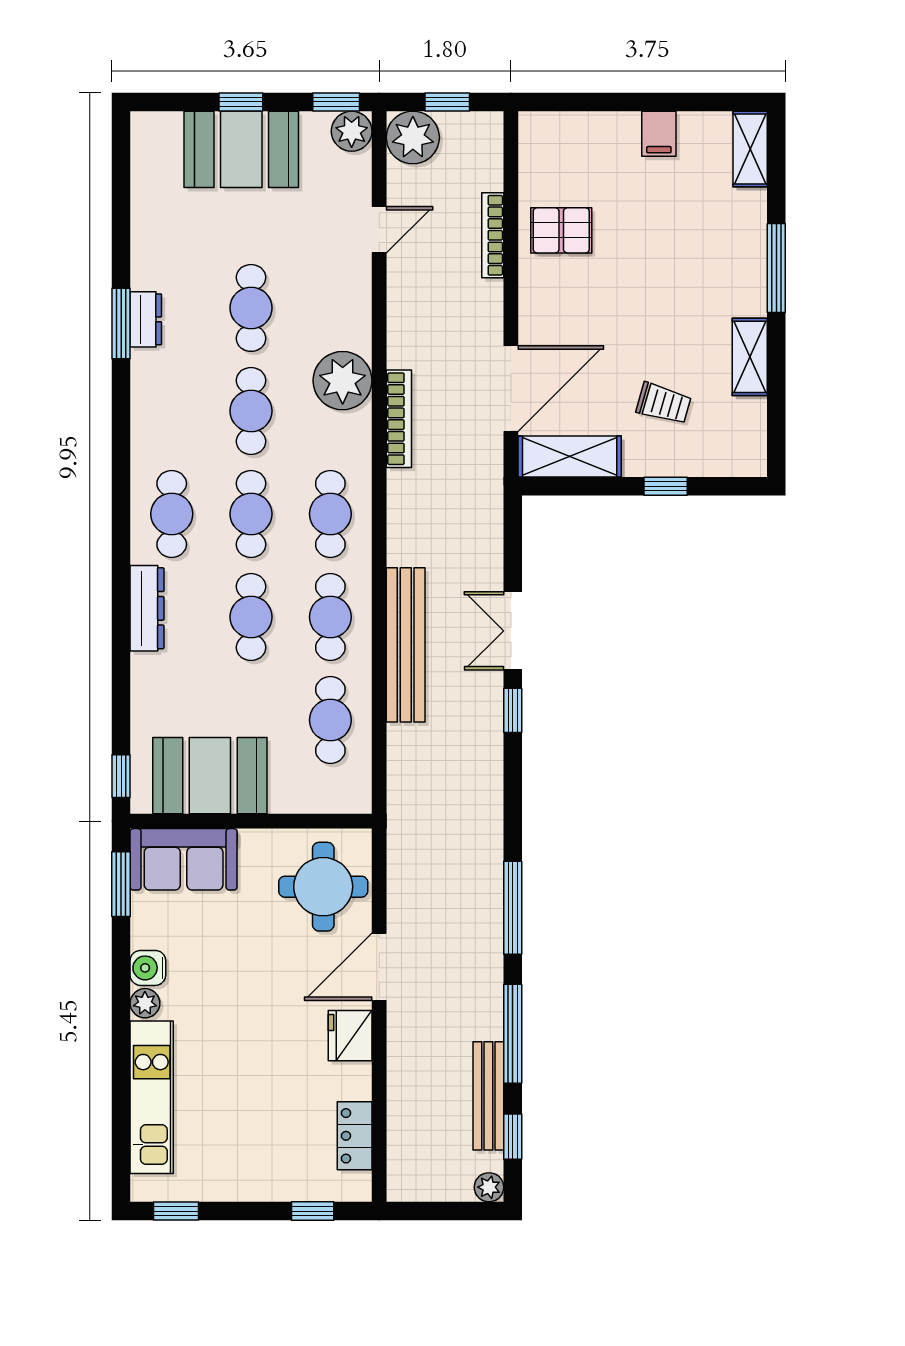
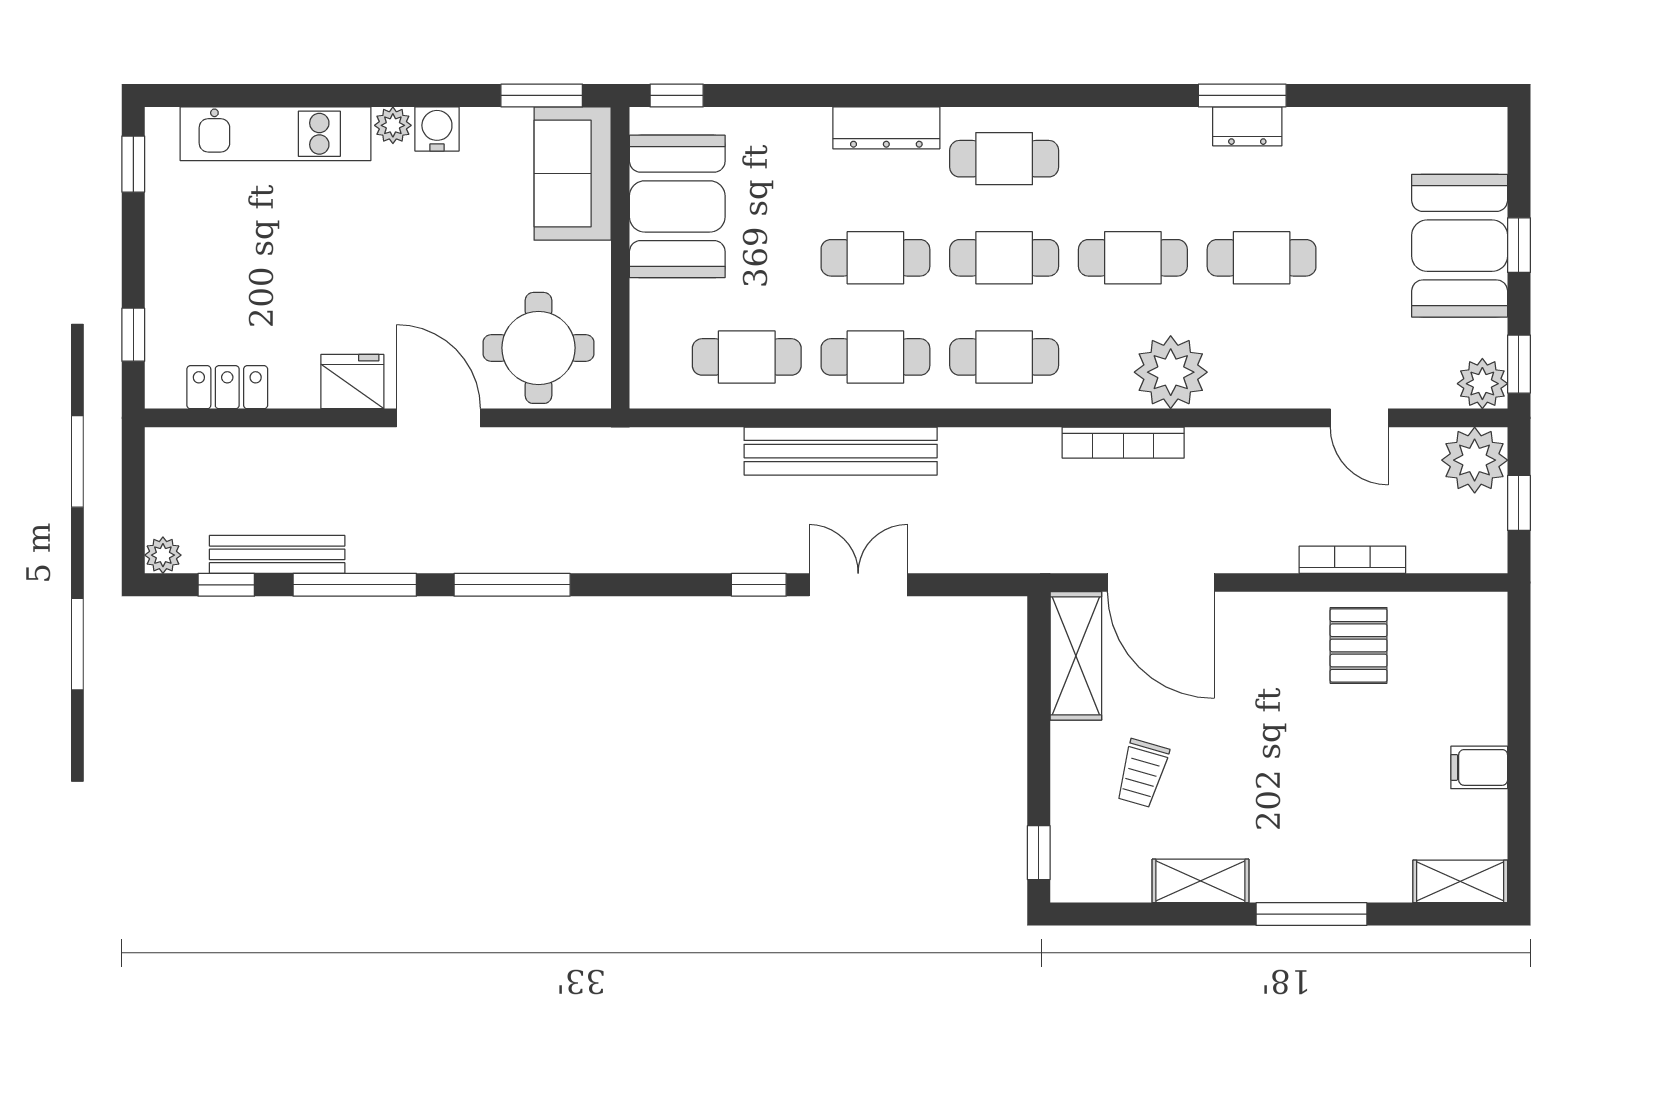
window: (666, 486) -> (1039, 853), moved

